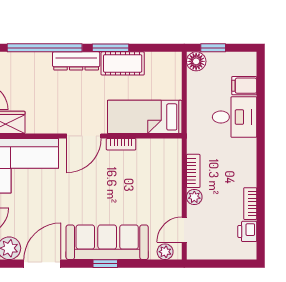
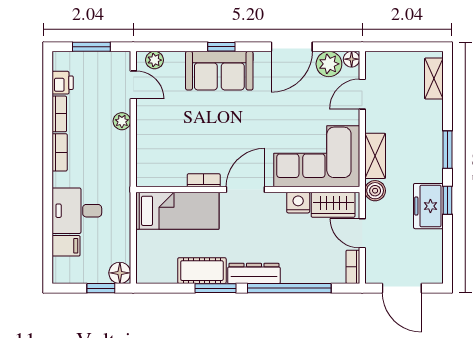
nightstand: (37, 124) -> (298, 203), added
bookcase: (193, 171) -> (60, 152), moved, turned 180
door: (184, 230) -> (133, 85), hinge flipped
sofa: (107, 242) -> (219, 71), width x0.73
window: (222, 264) -> (91, 47), added

